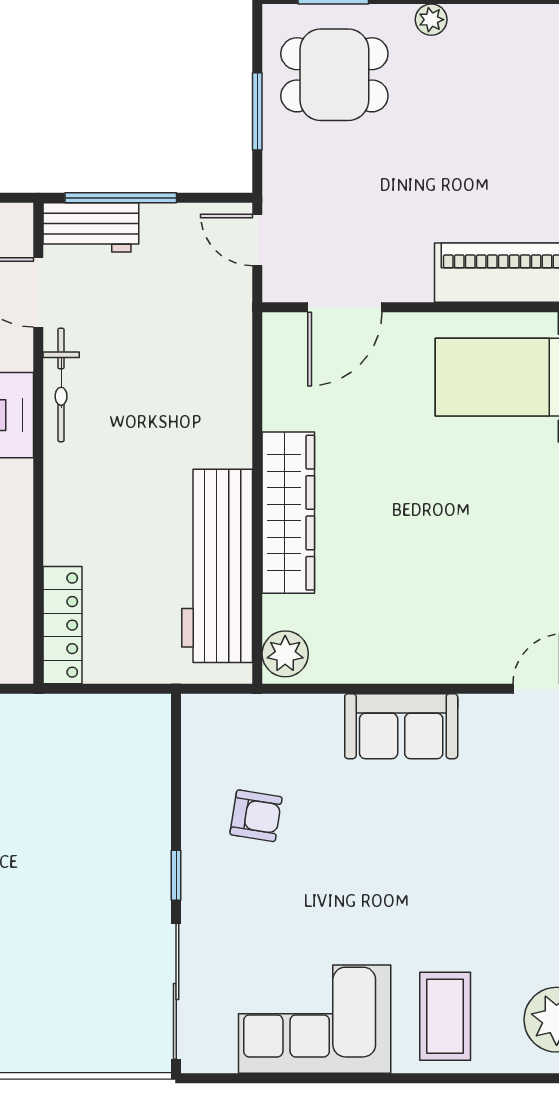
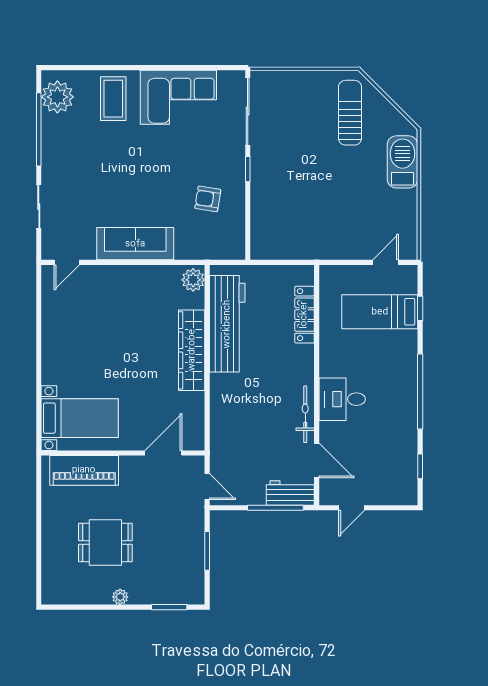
dining table: (334, 75) -> (105, 542), moved
locker: (62, 625) -> (304, 315), moved
sofa: (401, 726) -> (135, 244), width x1.36

